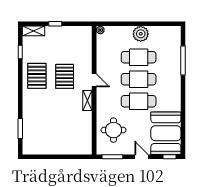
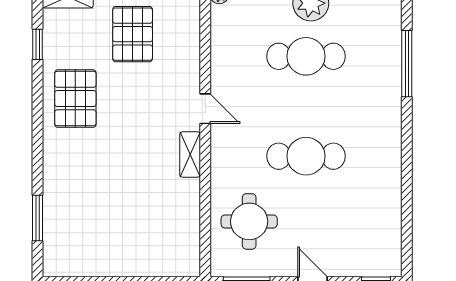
pallet: (65, 76) -> (133, 34), moved
cafe table: (139, 79) -> (306, 106), removed
booth: (166, 133) -> (368, 229), removed

